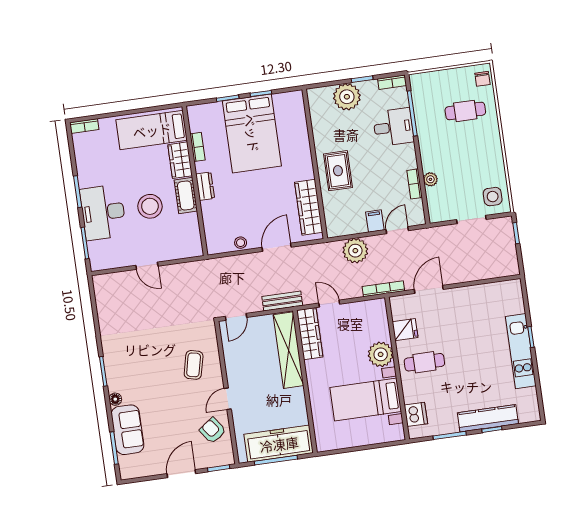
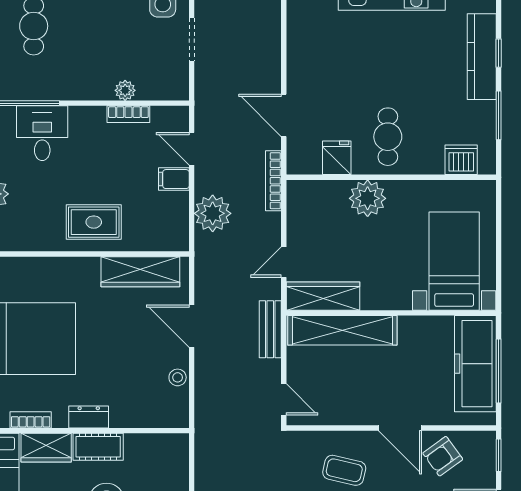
door: (228, 399) -> (400, 428), width x1.38
bed with nightstands: (366, 399) -> (454, 261), moved, turned 180

